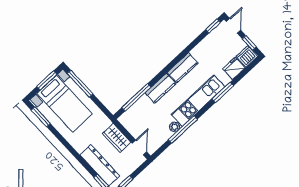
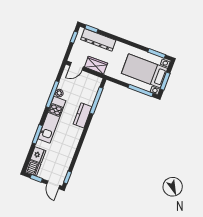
kitchen counter: (183, 68) -> (74, 137), removed
door: (139, 147) -> (77, 66), hinge flipped

